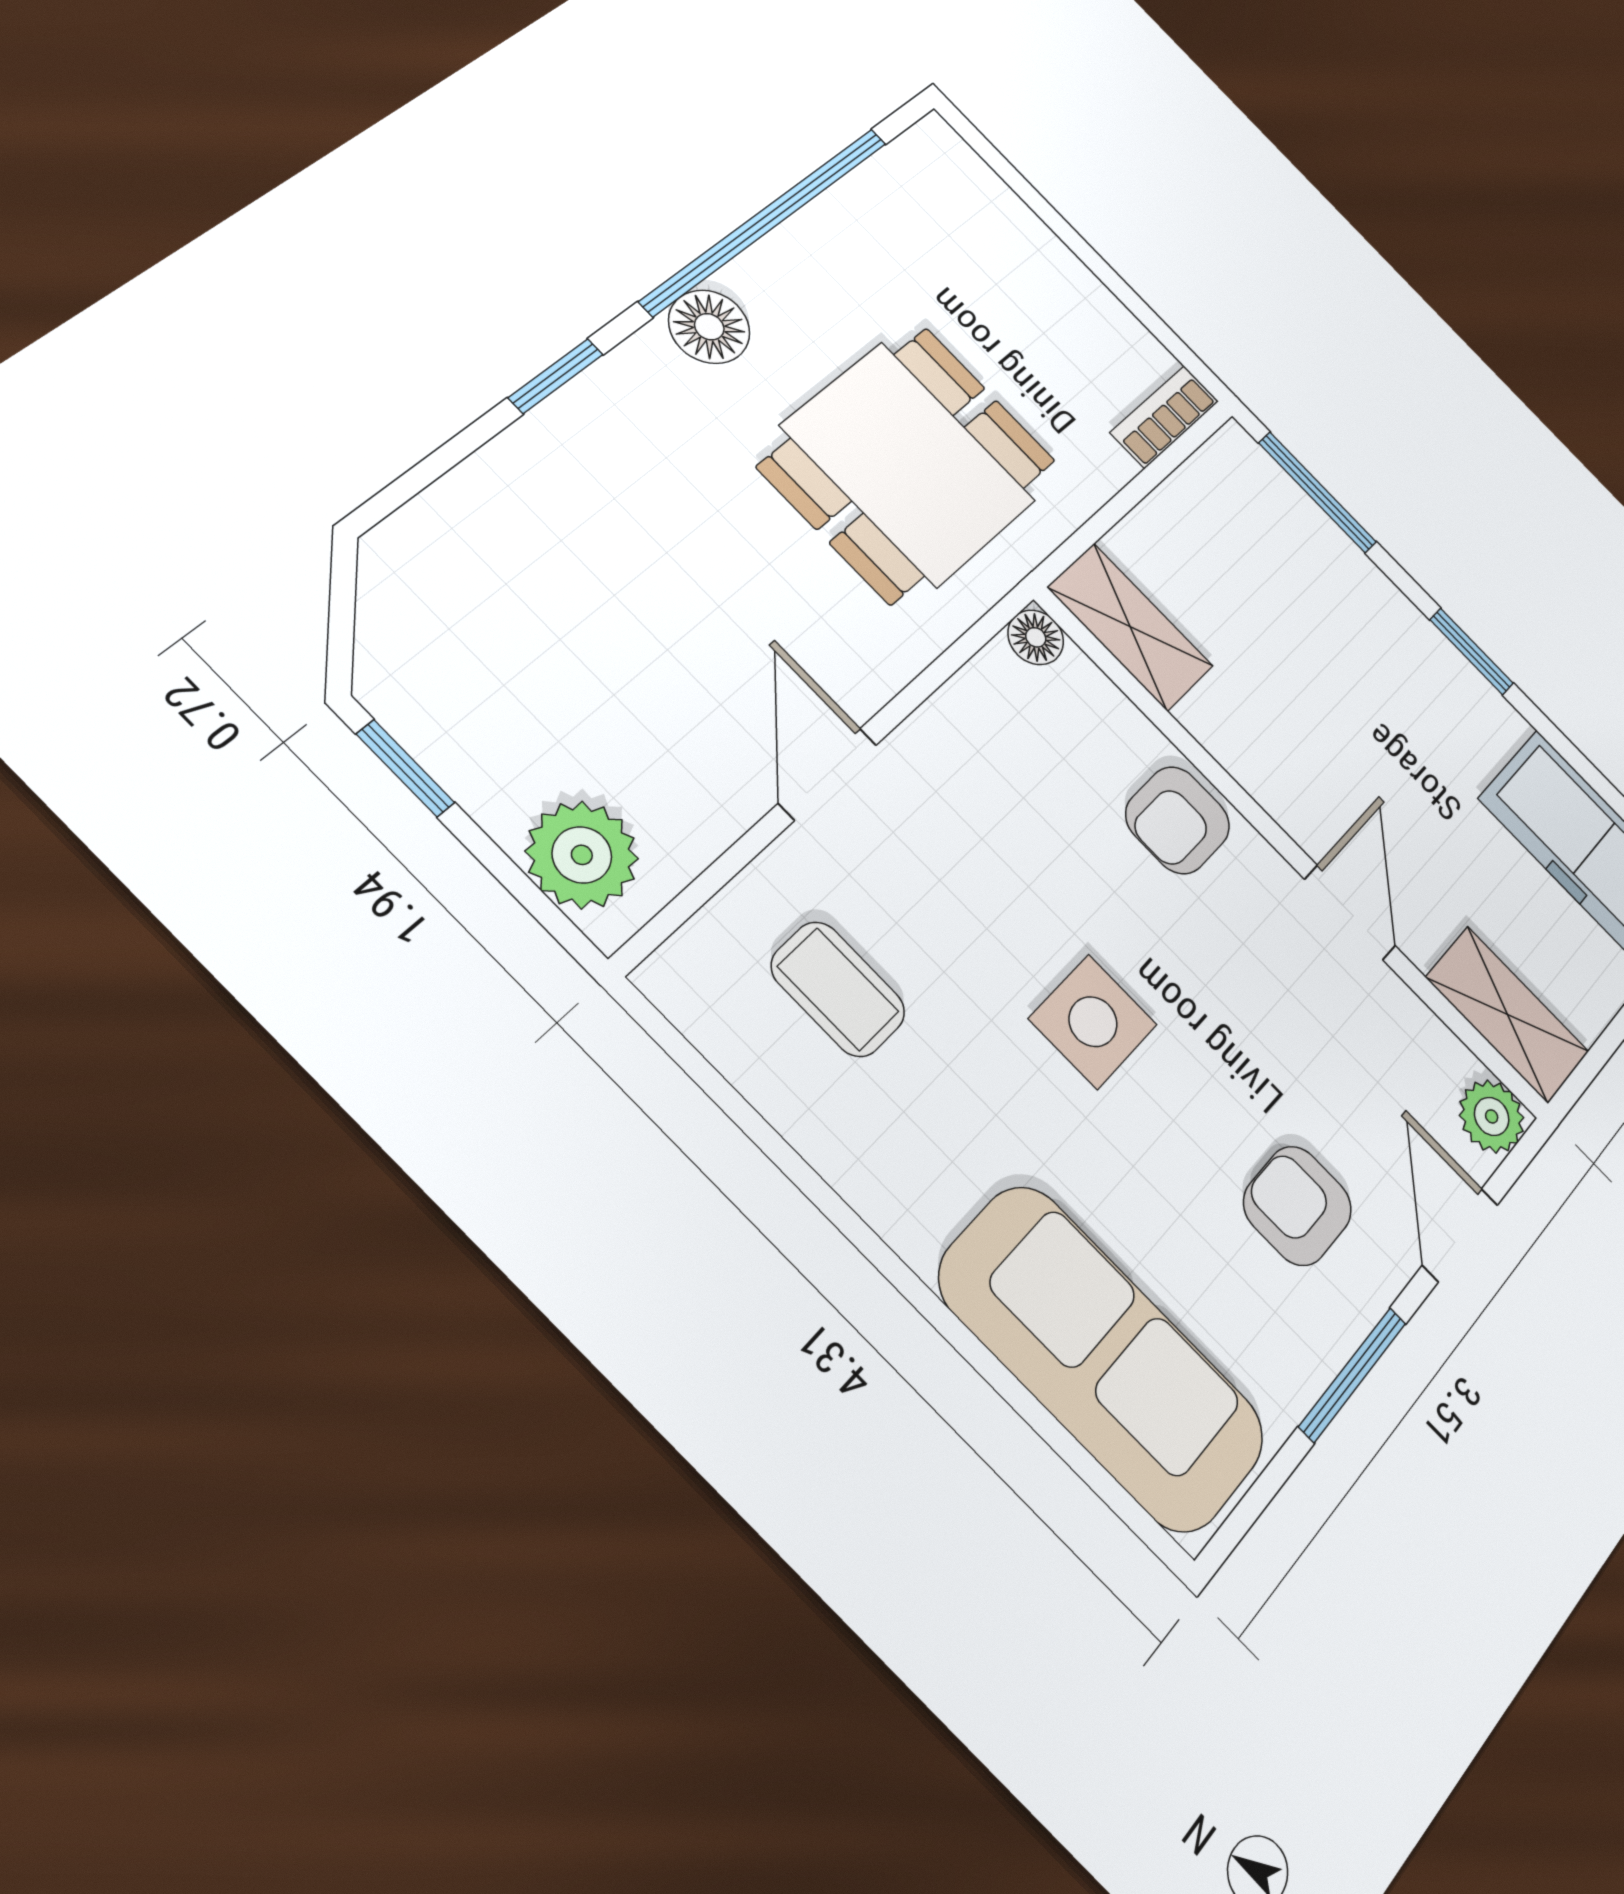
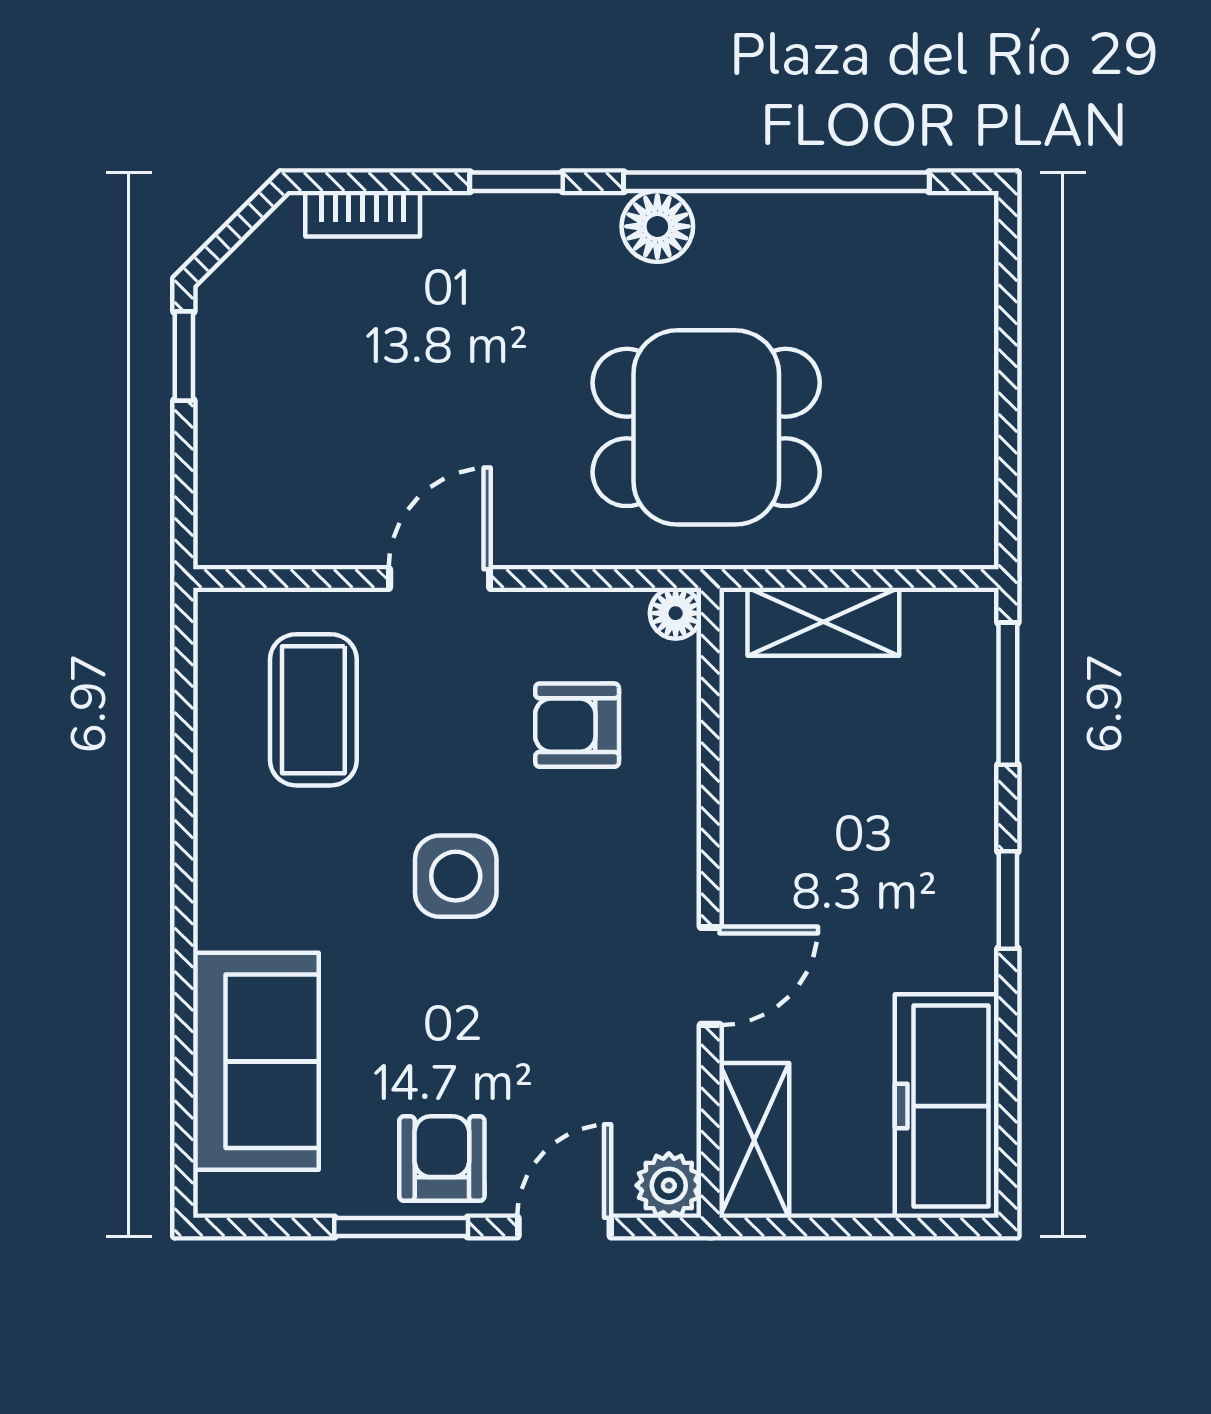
bookcase: (1165, 417) -> (363, 214), moved, turned 180
shelving: (1130, 627) -> (823, 622), moved, turned 90
armchair: (1178, 820) -> (577, 725), moved
plant: (582, 855) -> (238, 495), removed
coffee table: (838, 989) -> (313, 710), width x1.36, depth x1.30
armchair: (1298, 1206) -> (442, 1159), moved
sofa: (1102, 1358) -> (256, 1061), width x0.73

